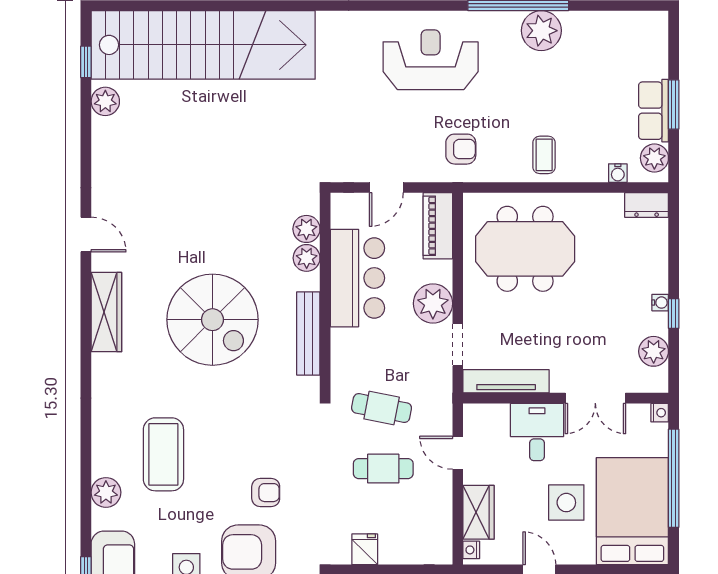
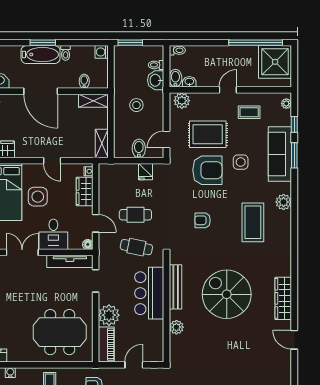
plant: (306, 229) -> (177, 343), removed
bar counter: (357, 278) -> (149, 293), moved
plant: (433, 303) -> (109, 315), moved
floor lamp: (473, 413) -> (88, 244), added
armchair: (266, 493) -> (203, 220), moved

